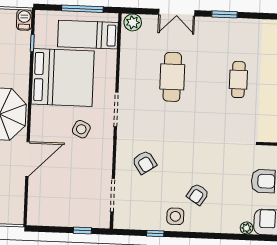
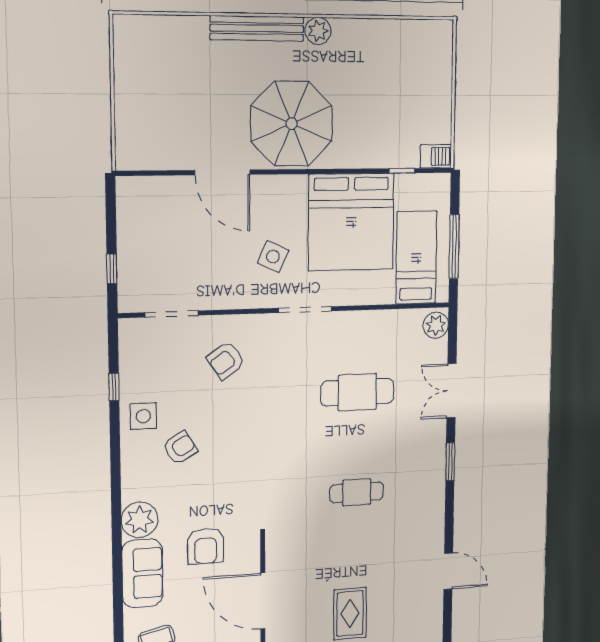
armchair: (198, 194) -> (180, 448), turned 117
plant: (247, 228) -> (140, 520), width x1.87, depth x1.87

